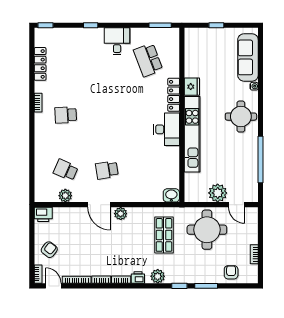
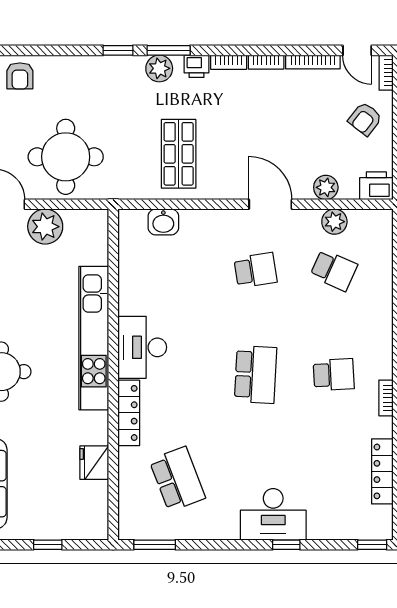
desk: (117, 41) -> (273, 514), moved, width x1.37
fridge: (192, 87) -> (94, 463), moved
school desk: (107, 115) -> (256, 375), added
washbasin: (171, 195) -> (163, 222), moved
plant: (121, 214) -> (326, 187), moved
shop shelf: (164, 235) -> (179, 154), moved
window: (206, 286) -> (169, 50), moved

